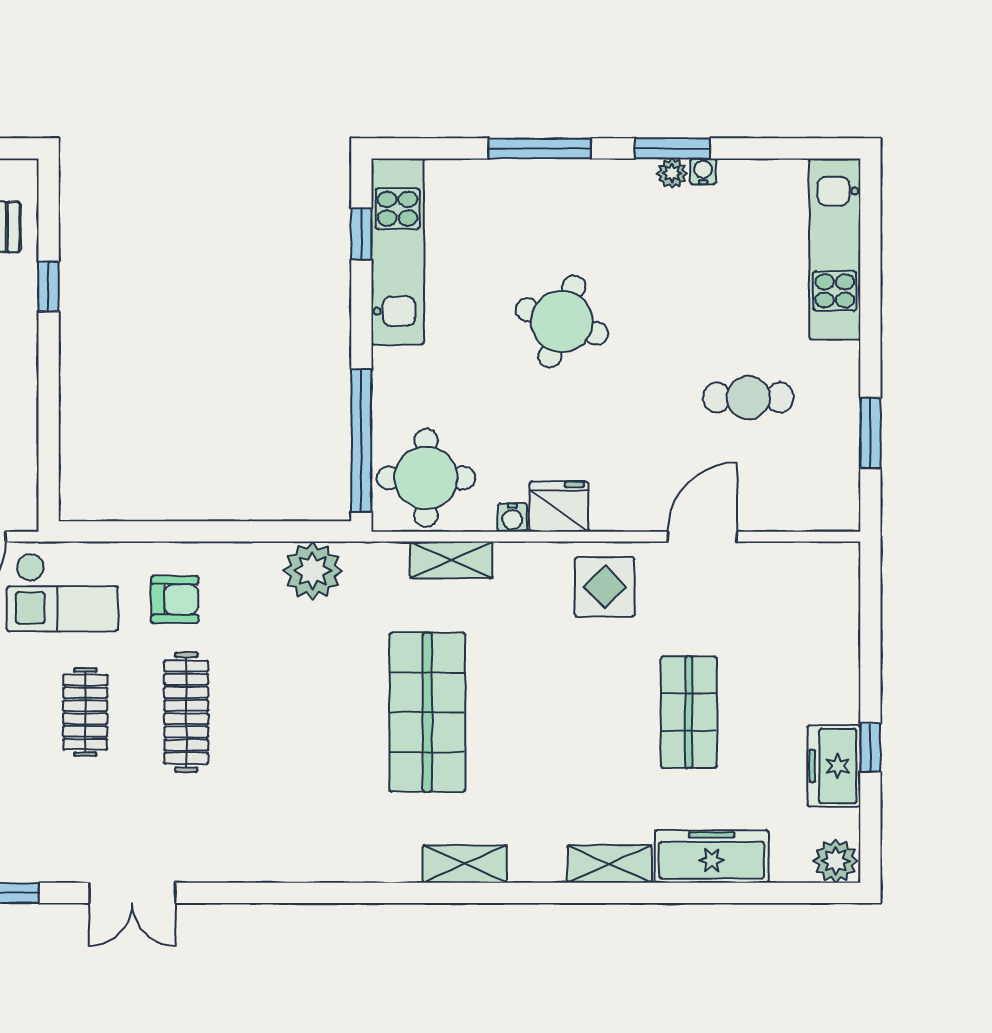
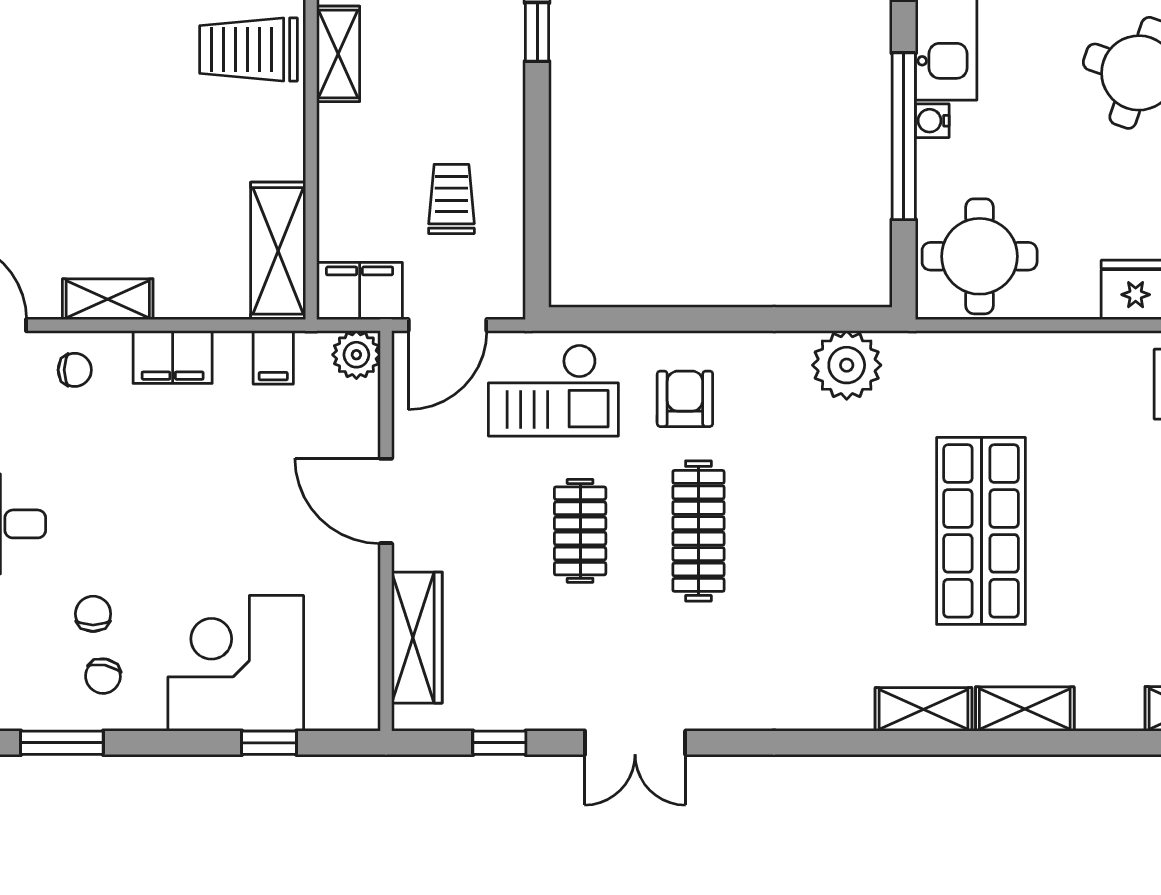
window: (361, 441) -> (904, 136), moved
water cooler: (512, 517) -> (932, 121), moved, turned 90
shelving: (451, 560) -> (923, 709), moved
armchair: (175, 600) -> (685, 399), turned -90

